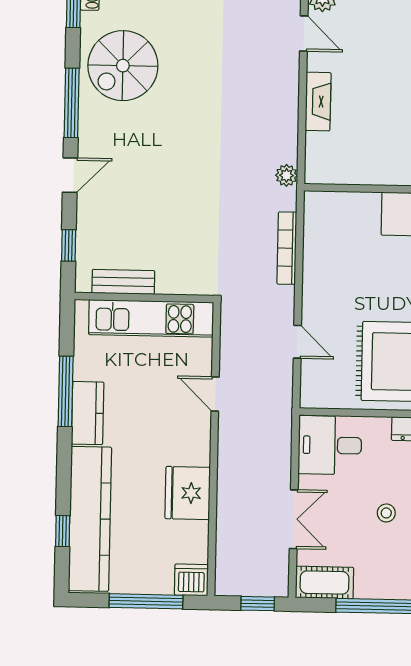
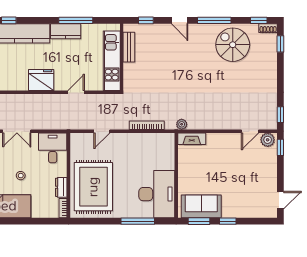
fireplace: (318, 101) -> (192, 139), moved
fridge: (188, 493) -> (41, 80), moved

